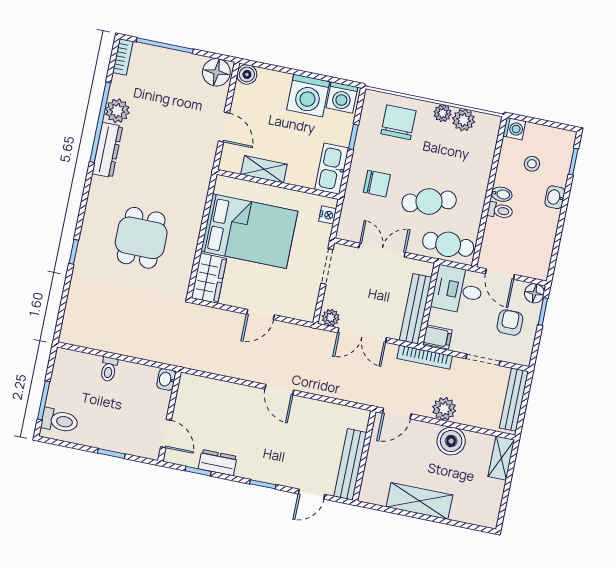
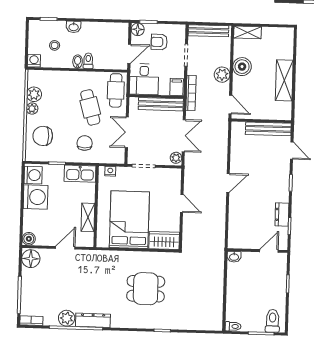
toilet: (109, 369) -> (233, 326), moved

